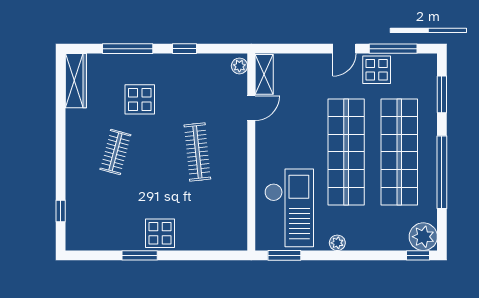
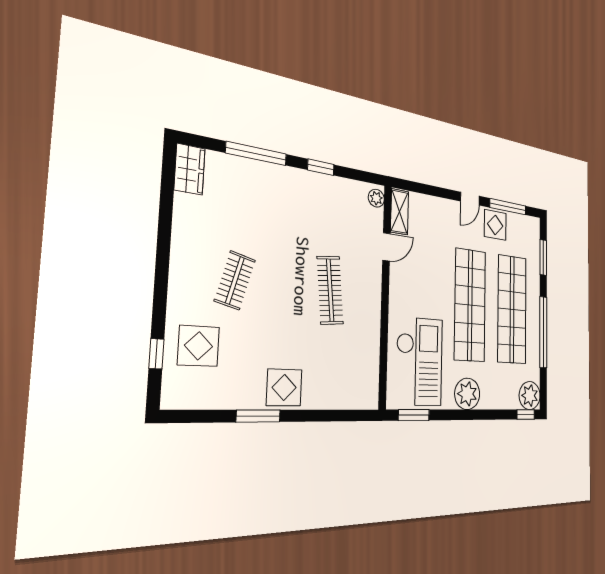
wardrobe: (76, 81) -> (190, 169), width x0.67
display table: (140, 99) -> (199, 346), moved
plant: (337, 243) -> (467, 394), width x1.88, depth x1.88

